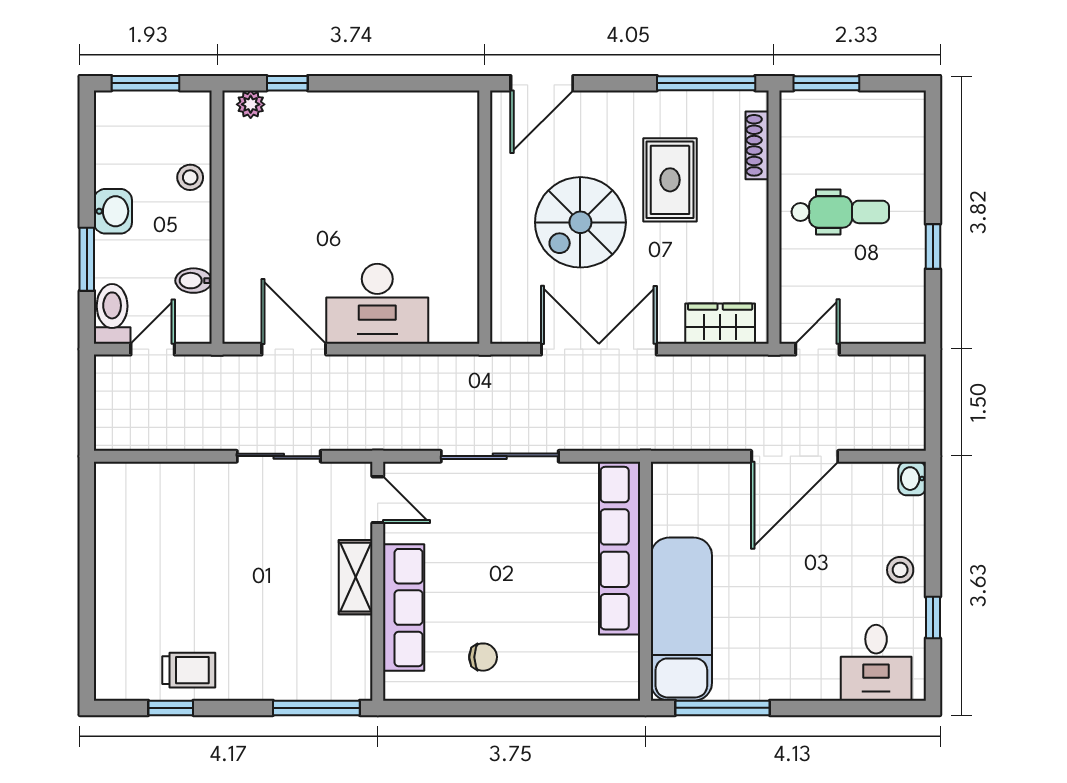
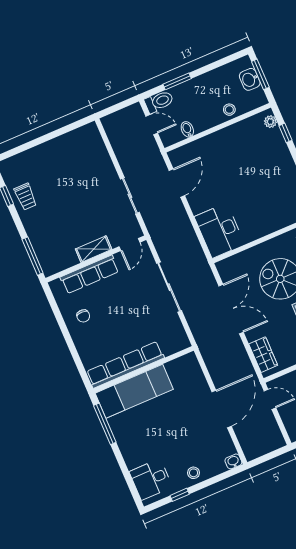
washbasin: (113, 211) -> (250, 79), moved, turned 90
desk: (377, 304) -> (220, 231), moved
door: (795, 456) -> (222, 409), swing flipped
row of seats: (620, 548) -> (125, 365), moved

